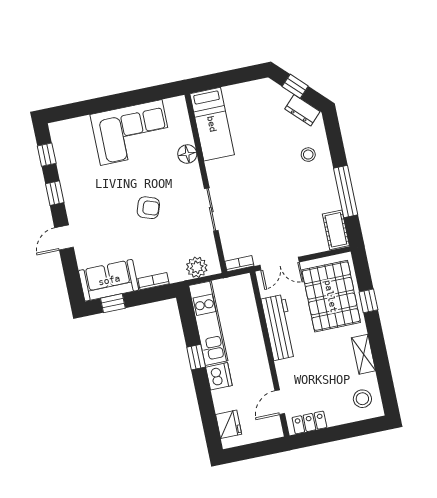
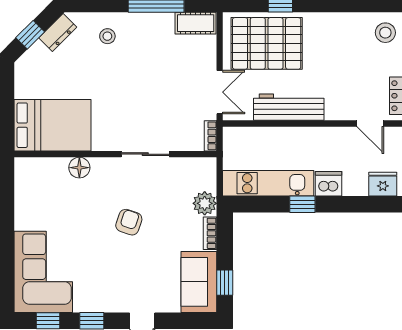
bed: (212, 124) -> (52, 125), width x1.50
corner sofa: (131, 133) -> (43, 272), moved
plant: (197, 267) -> (205, 203), moved
shelving: (363, 354) -> (337, 21), removed

